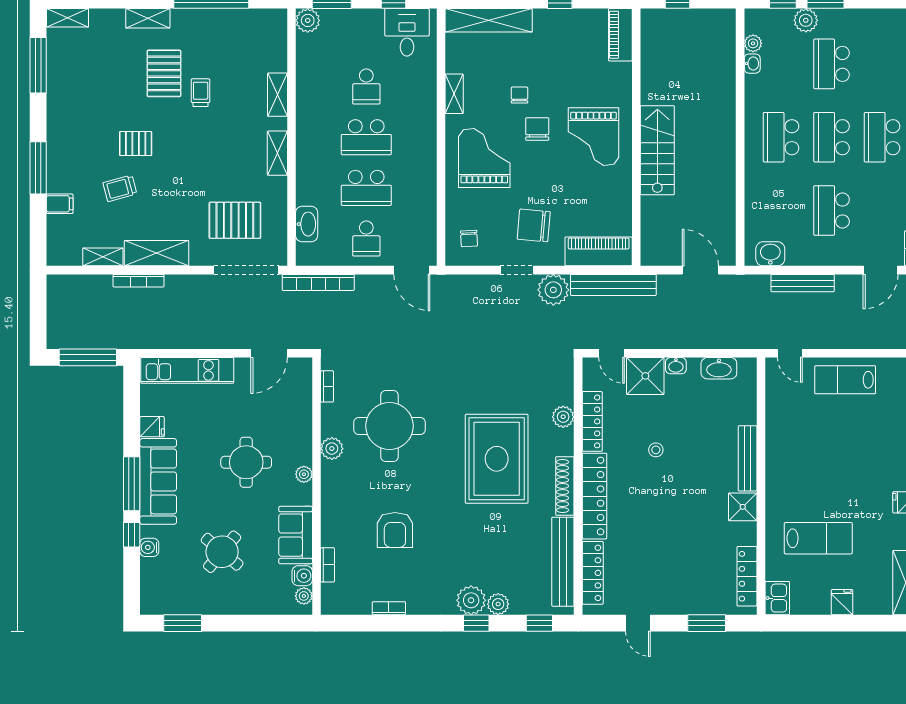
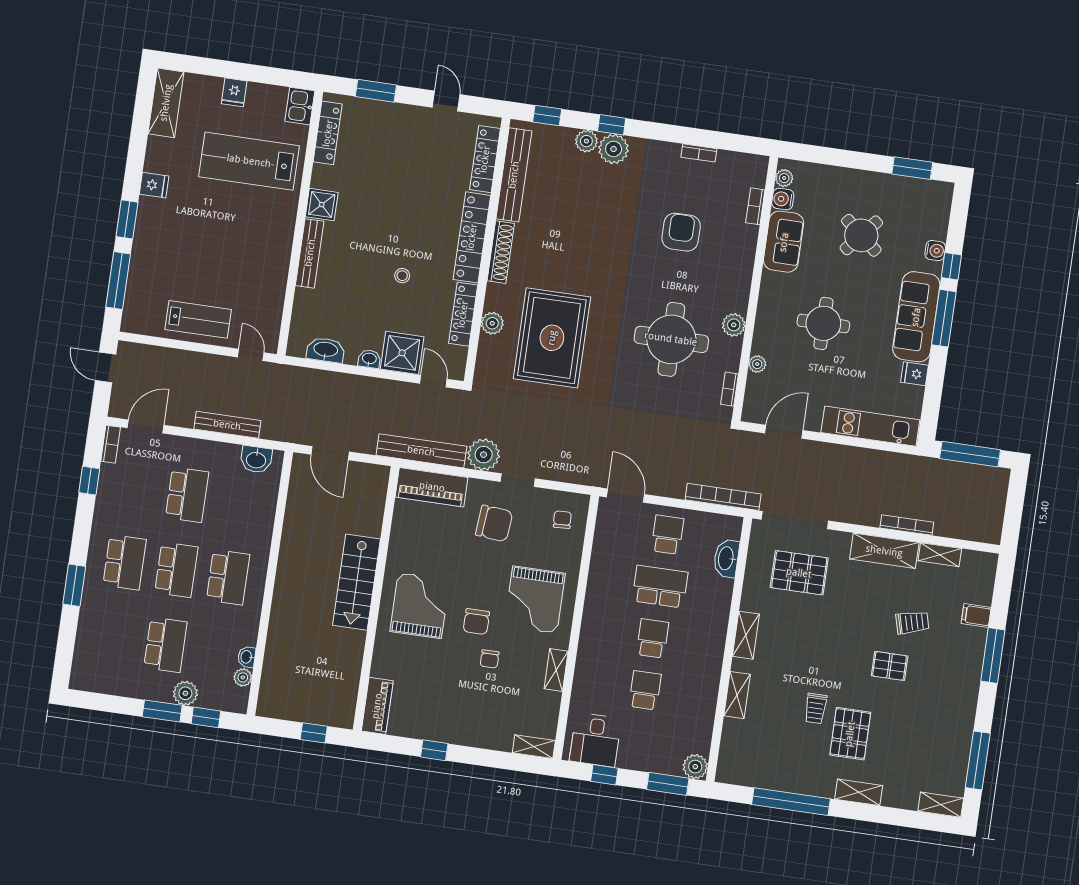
shelving: (489, 20) -> (534, 747), width x0.45, depth x0.75
school desk: (366, 137) -> (652, 638), width x0.54
rug: (497, 459) -> (552, 338), moved
plant: (304, 474) -> (757, 364), moved
lab bench: (818, 538) -> (249, 161), width x1.36, depth x1.39

